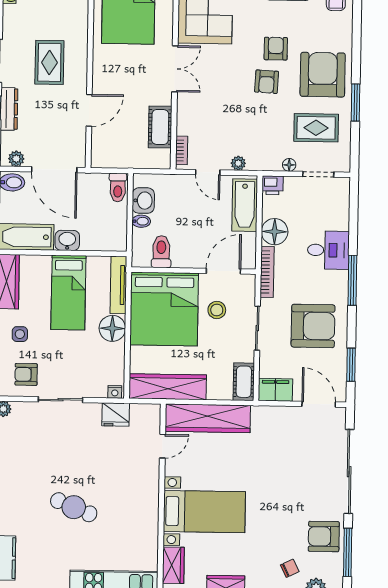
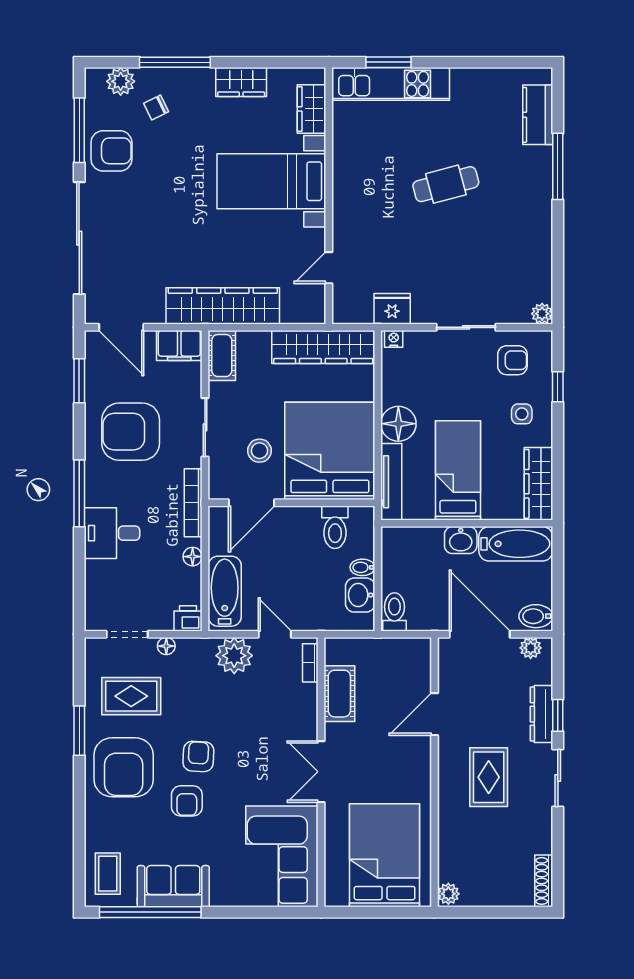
plant: (238, 163) -> (234, 656), width x1.88, depth x1.88
floor lamp: (275, 232) -> (193, 557), width x0.53, depth x0.53
wardrobe: (208, 418) -> (223, 306), moved
cafe table: (74, 507) -> (446, 184), turned -37

